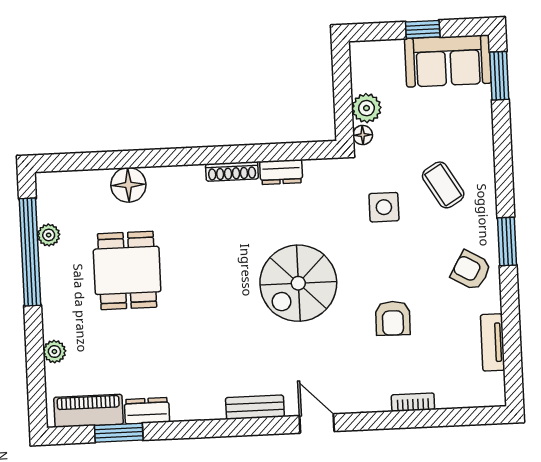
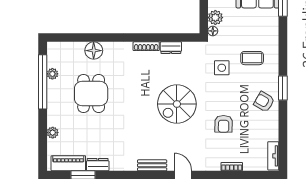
coffee table: (443, 185) -> (252, 58), turned -59
tv unit: (493, 342) -> (273, 156), moved

